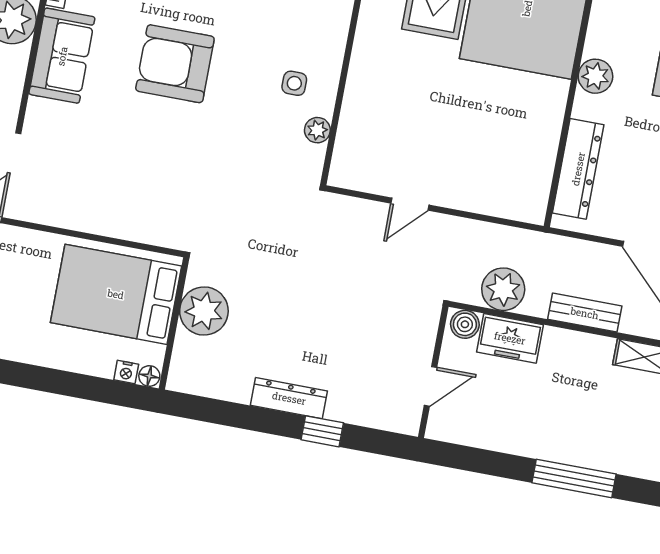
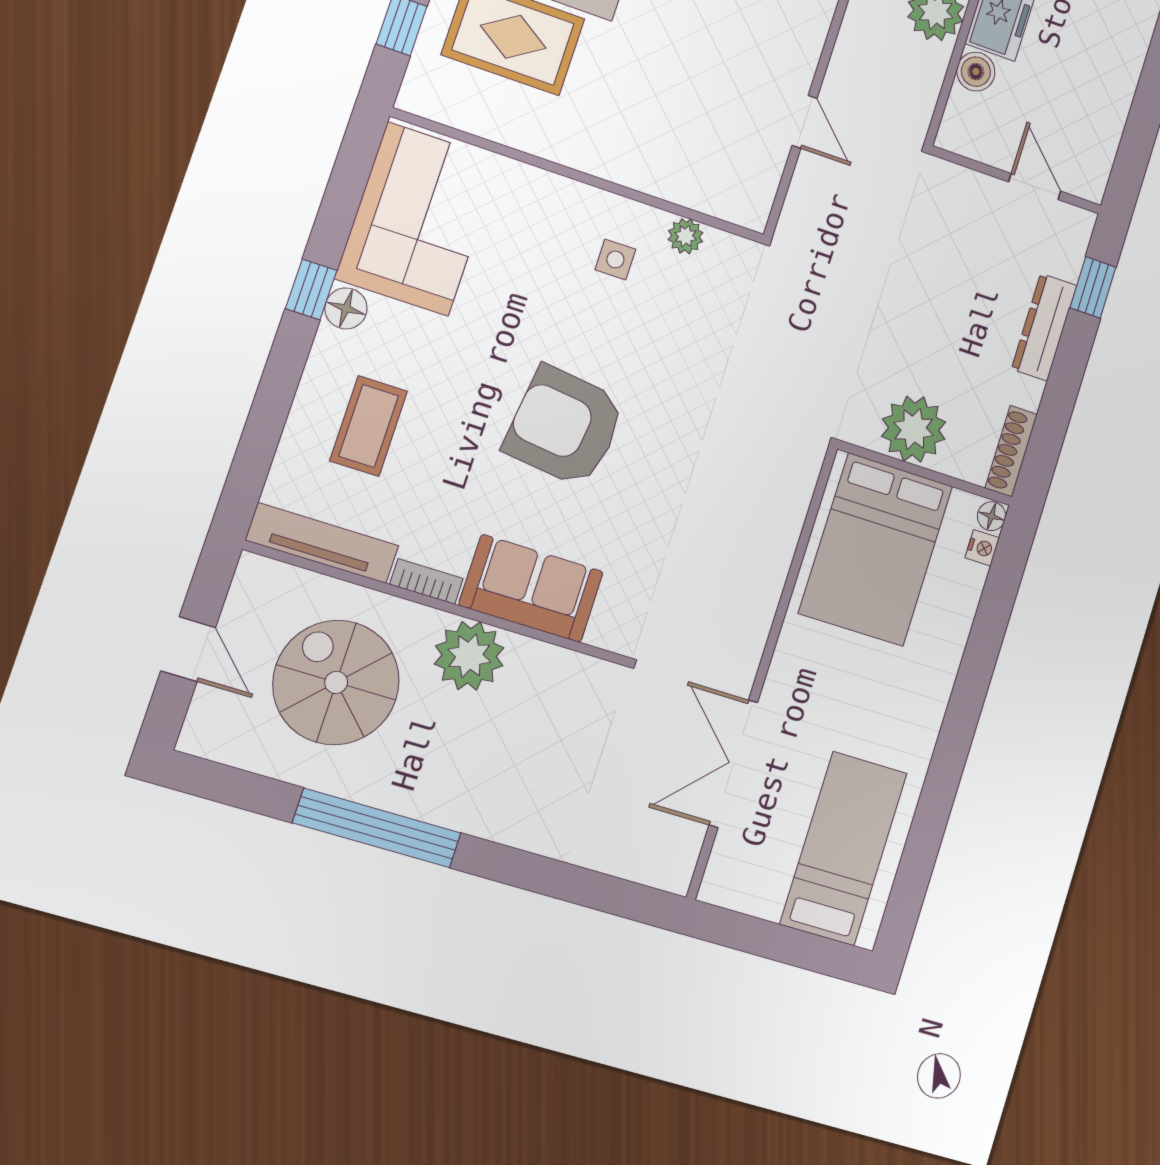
armchair: (175, 64) -> (565, 426), turned 97
wall: (433, 372) -> (1016, 180), moved
shoe rack: (197, 385) -> (1011, 451), added
door: (430, 386) -> (1035, 187), moved

